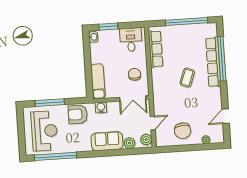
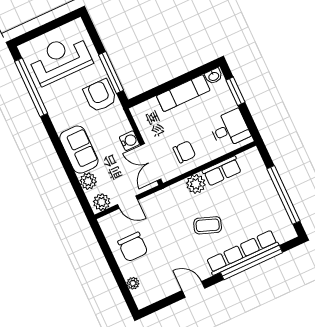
row of seats: (156, 49) -> (222, 171), width x0.68
plant: (158, 75) -> (196, 184), added
exam couch: (98, 81) -> (183, 93), moved
window: (50, 103) -> (111, 73), moved
water cooler: (101, 107) -> (129, 141), moved
door: (226, 116) -> (193, 289), moved
reception desk: (44, 131) -> (60, 59), turned 180
chair: (183, 131) -> (133, 247), turned -85

